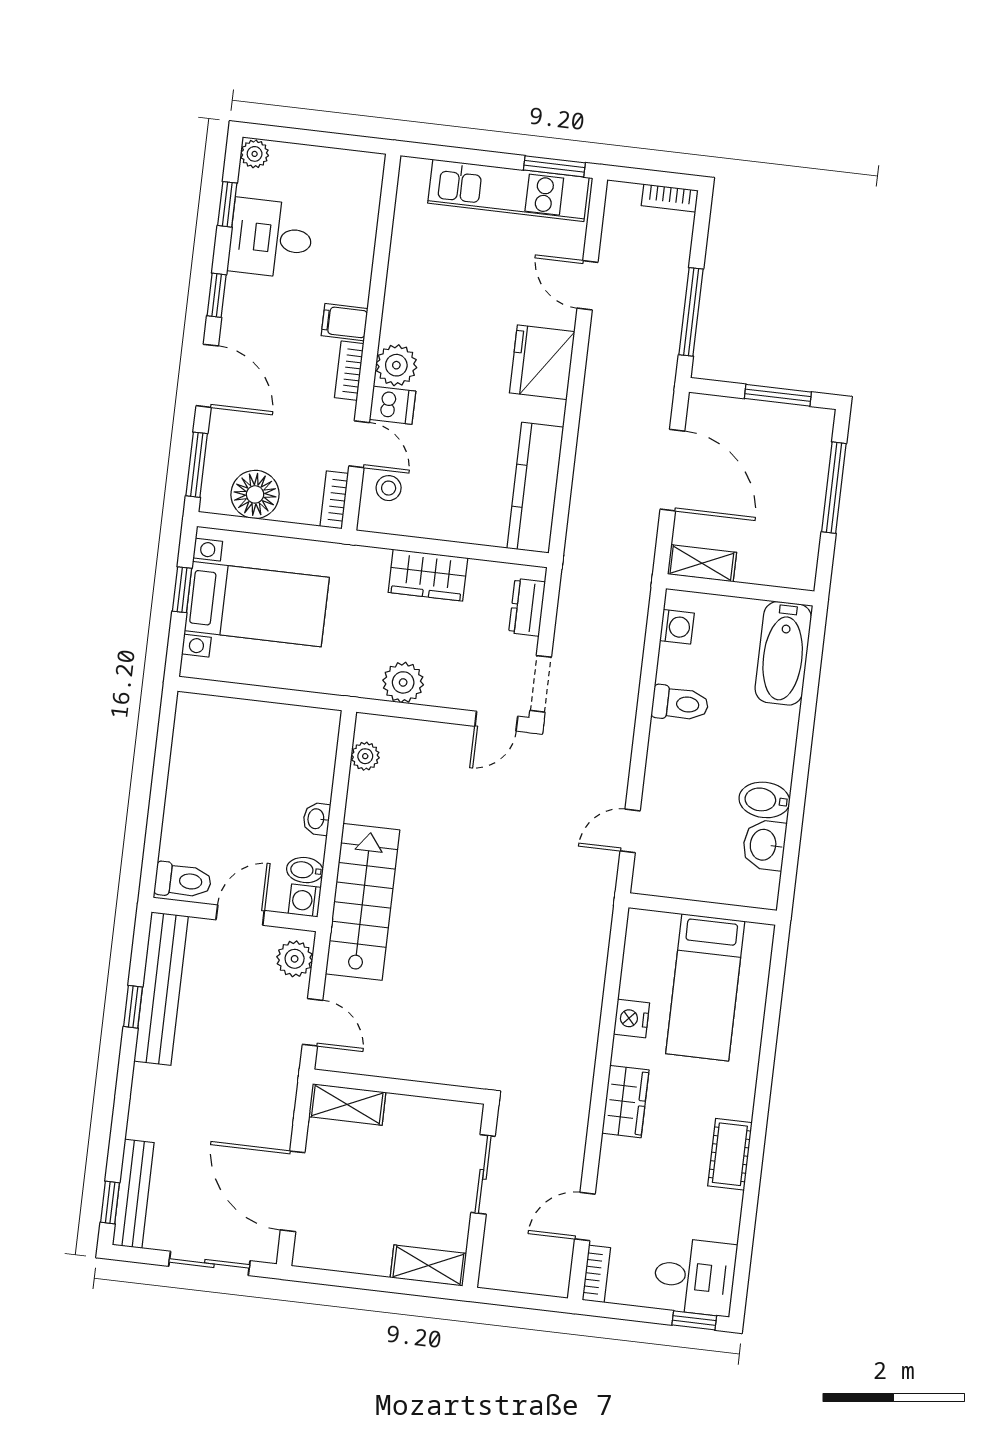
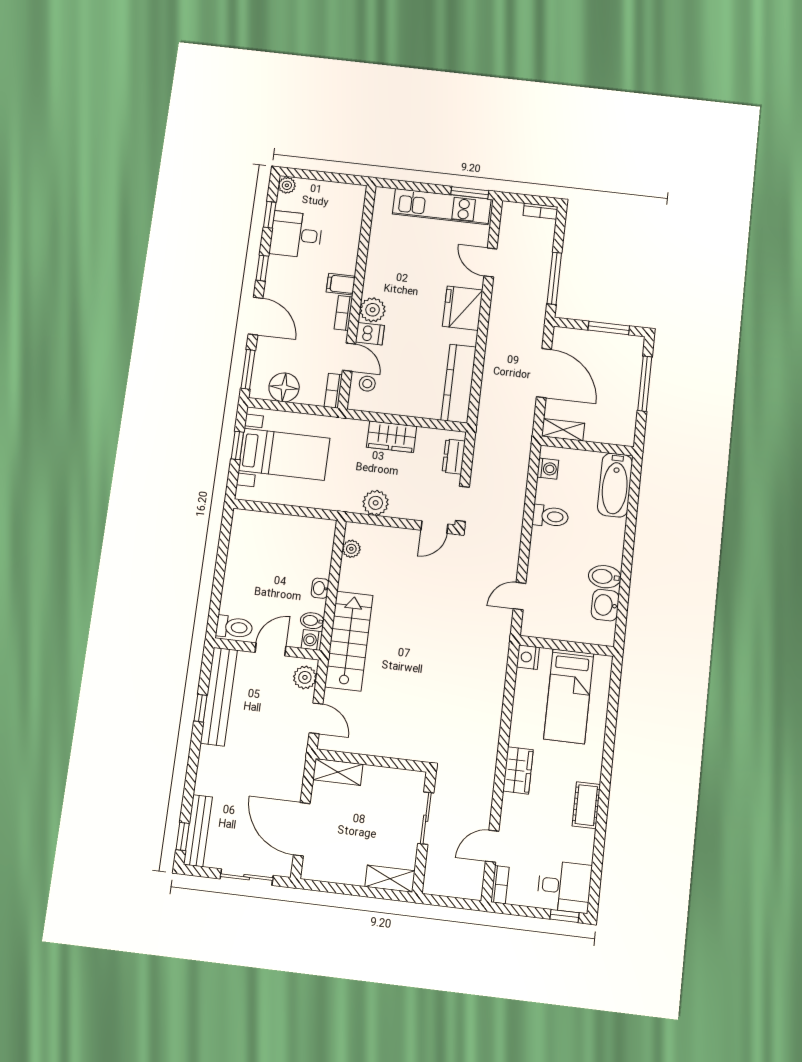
nightstand: (631, 1019) -> (528, 657), moved

